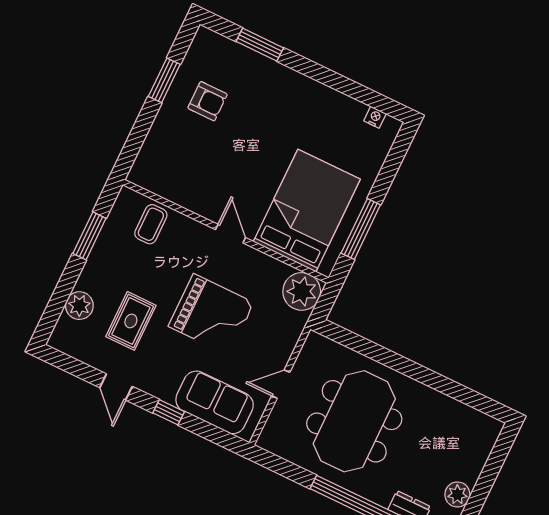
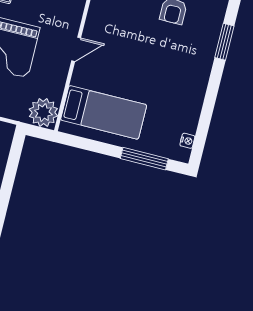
bed: (307, 210) -> (104, 112), width x0.67
window: (361, 229) -> (144, 159), moved

